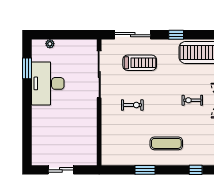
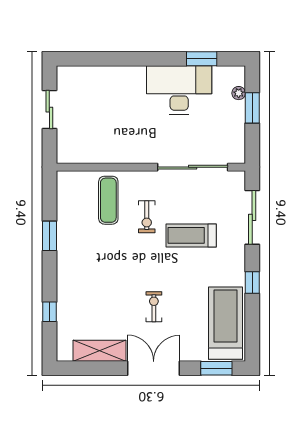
window: (60, 35) -> (252, 108), added
treadmill: (140, 63) -> (191, 235), moved, turned 90
exercise mat: (166, 143) -> (108, 200), moved

